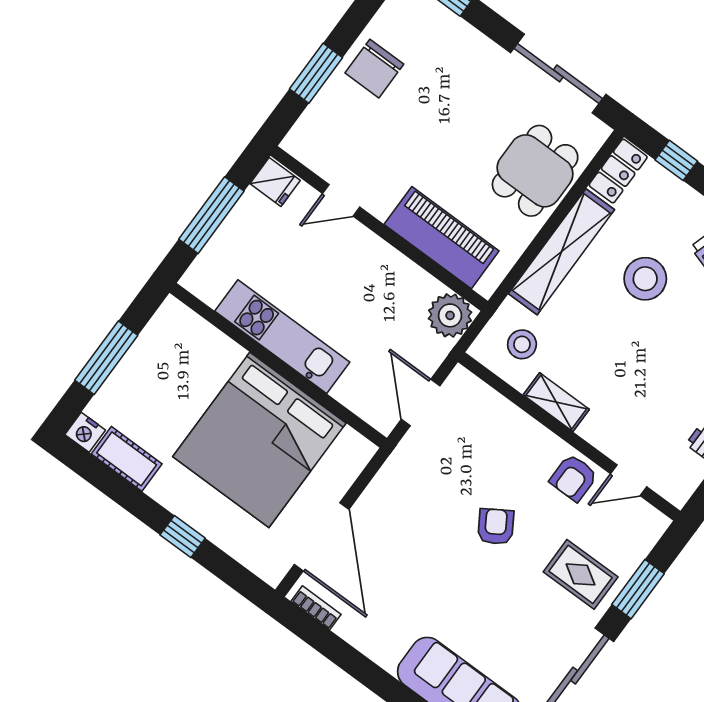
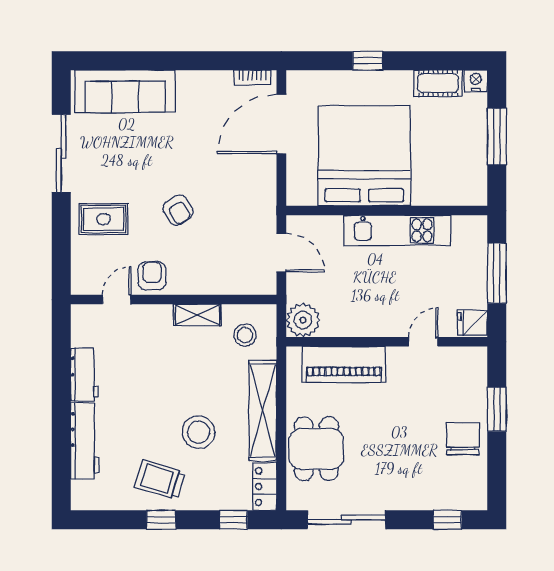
door: (322, 537) -> (281, 124), hinge flipped
window: (638, 589) -> (61, 236), removed

